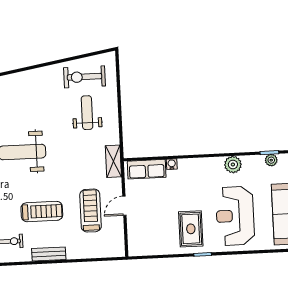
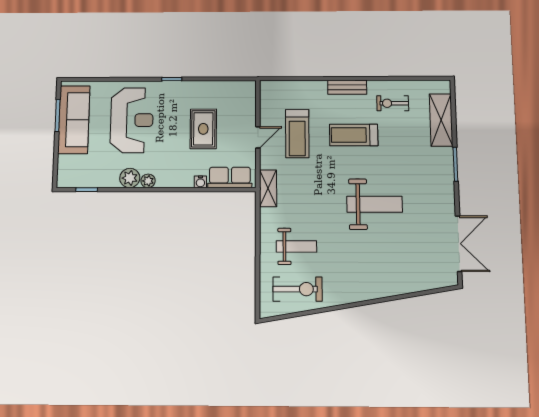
weight bench: (87, 113) -> (296, 246), turned -90
plant: (271, 160) -> (148, 181), moved
rug: (191, 229) -> (203, 129), moved

